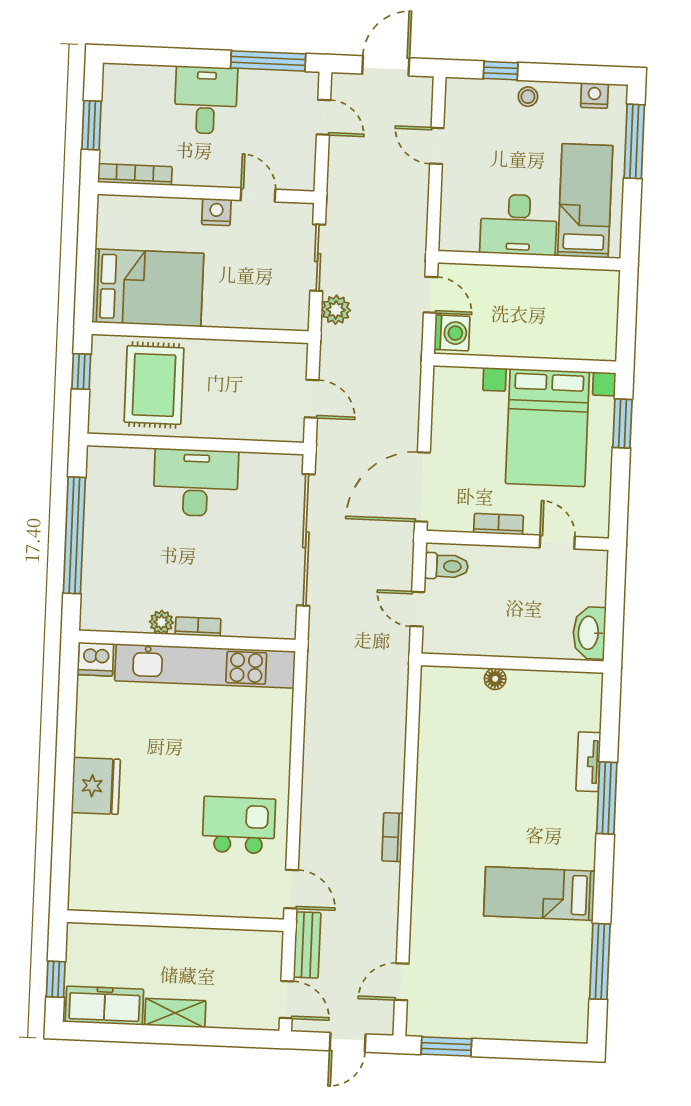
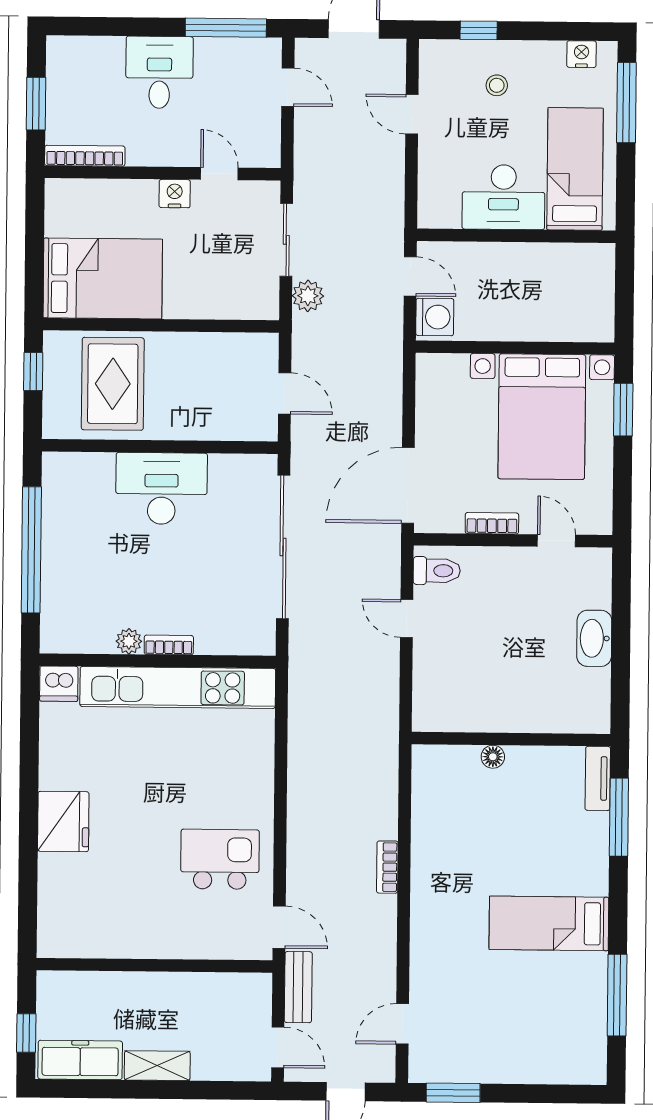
stool: (528, 97) -> (497, 85), moved
wall: (512, 663) -> (511, 739), moved
floor lamp: (495, 679) -> (493, 757), moved

